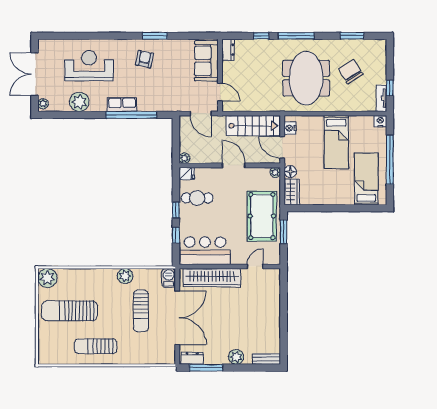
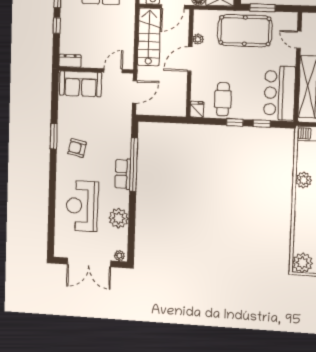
plant: (184, 158) -> (181, 111), removed
plant: (275, 172) -> (198, 39), moved

